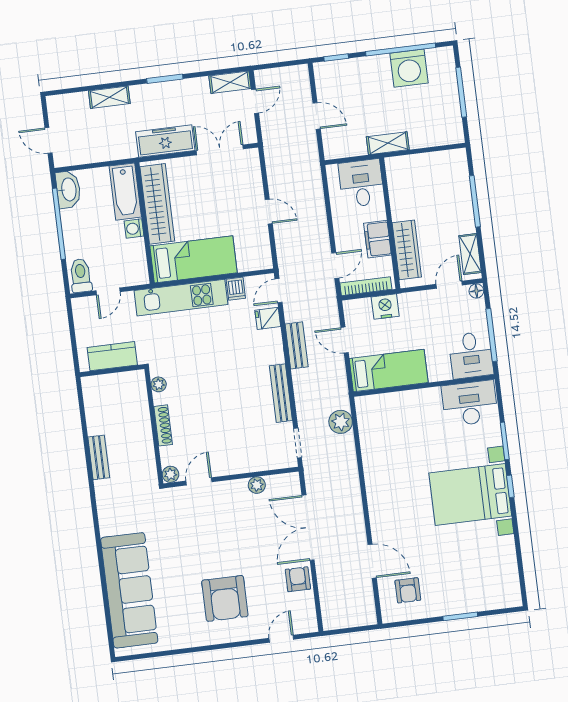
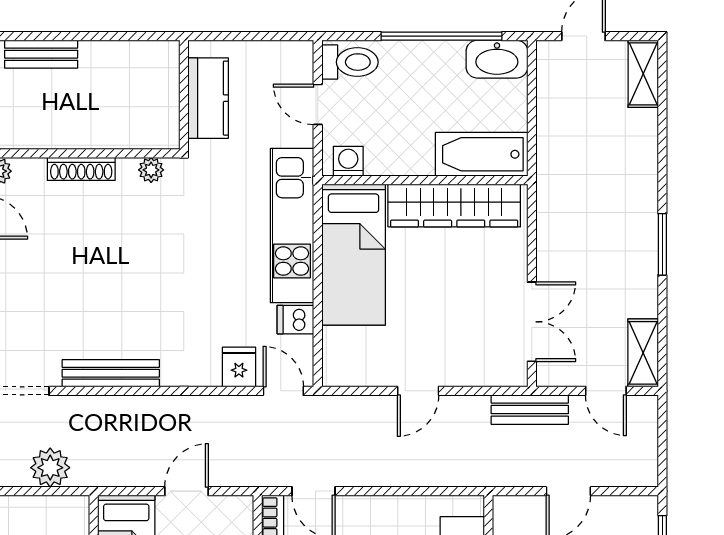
shelving: (109, 97) -> (643, 74), moved
freezer: (165, 141) -> (558, 232), removed
washing machine: (134, 229) -> (348, 161), moved
bench: (297, 345) -> (530, 410), moved

